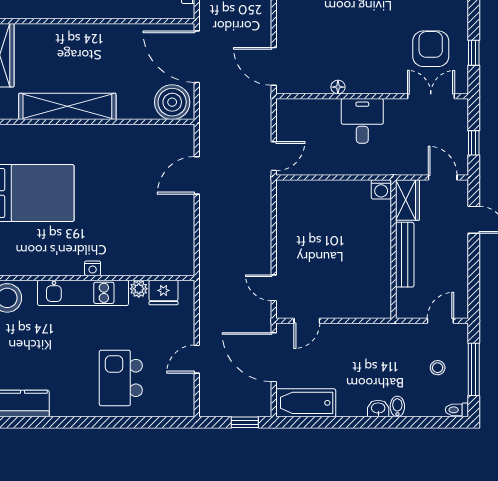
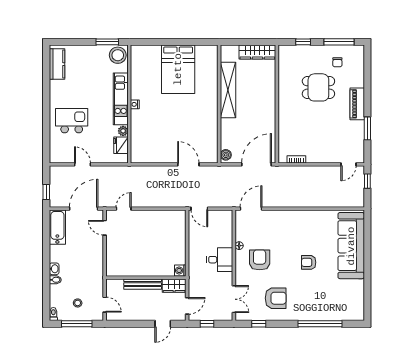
armchair: (431, 49) -> (276, 298), moved
armchair: (363, 51) -> (260, 260), added
boiler: (172, 102) -> (226, 155), width x0.54, depth x0.54

